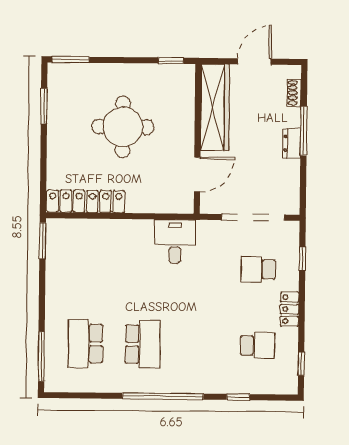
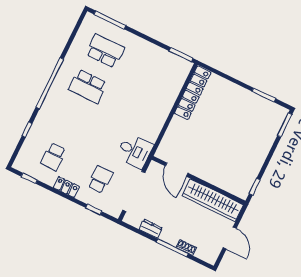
shoe rack: (294, 93) -> (186, 247), moved
round table: (123, 127) -> (228, 138), removed
dresser: (292, 143) -> (151, 229), moved
desk: (175, 241) -> (135, 151), moved

